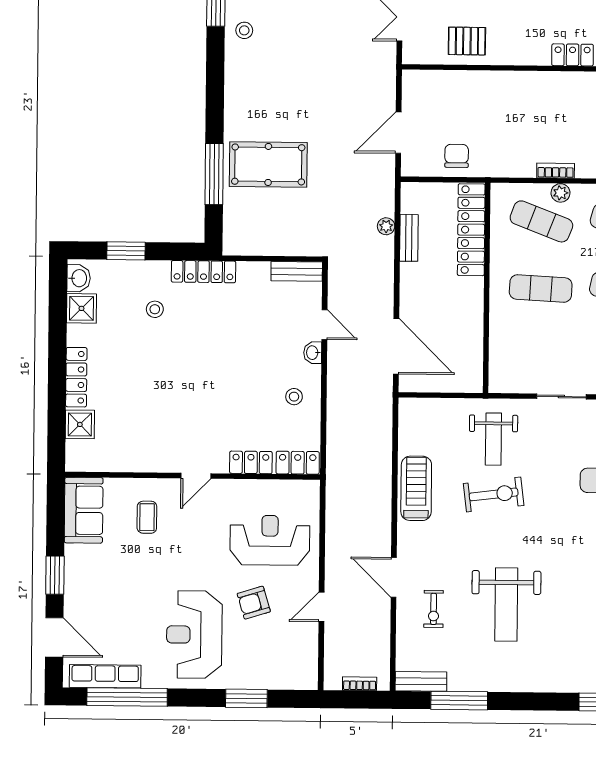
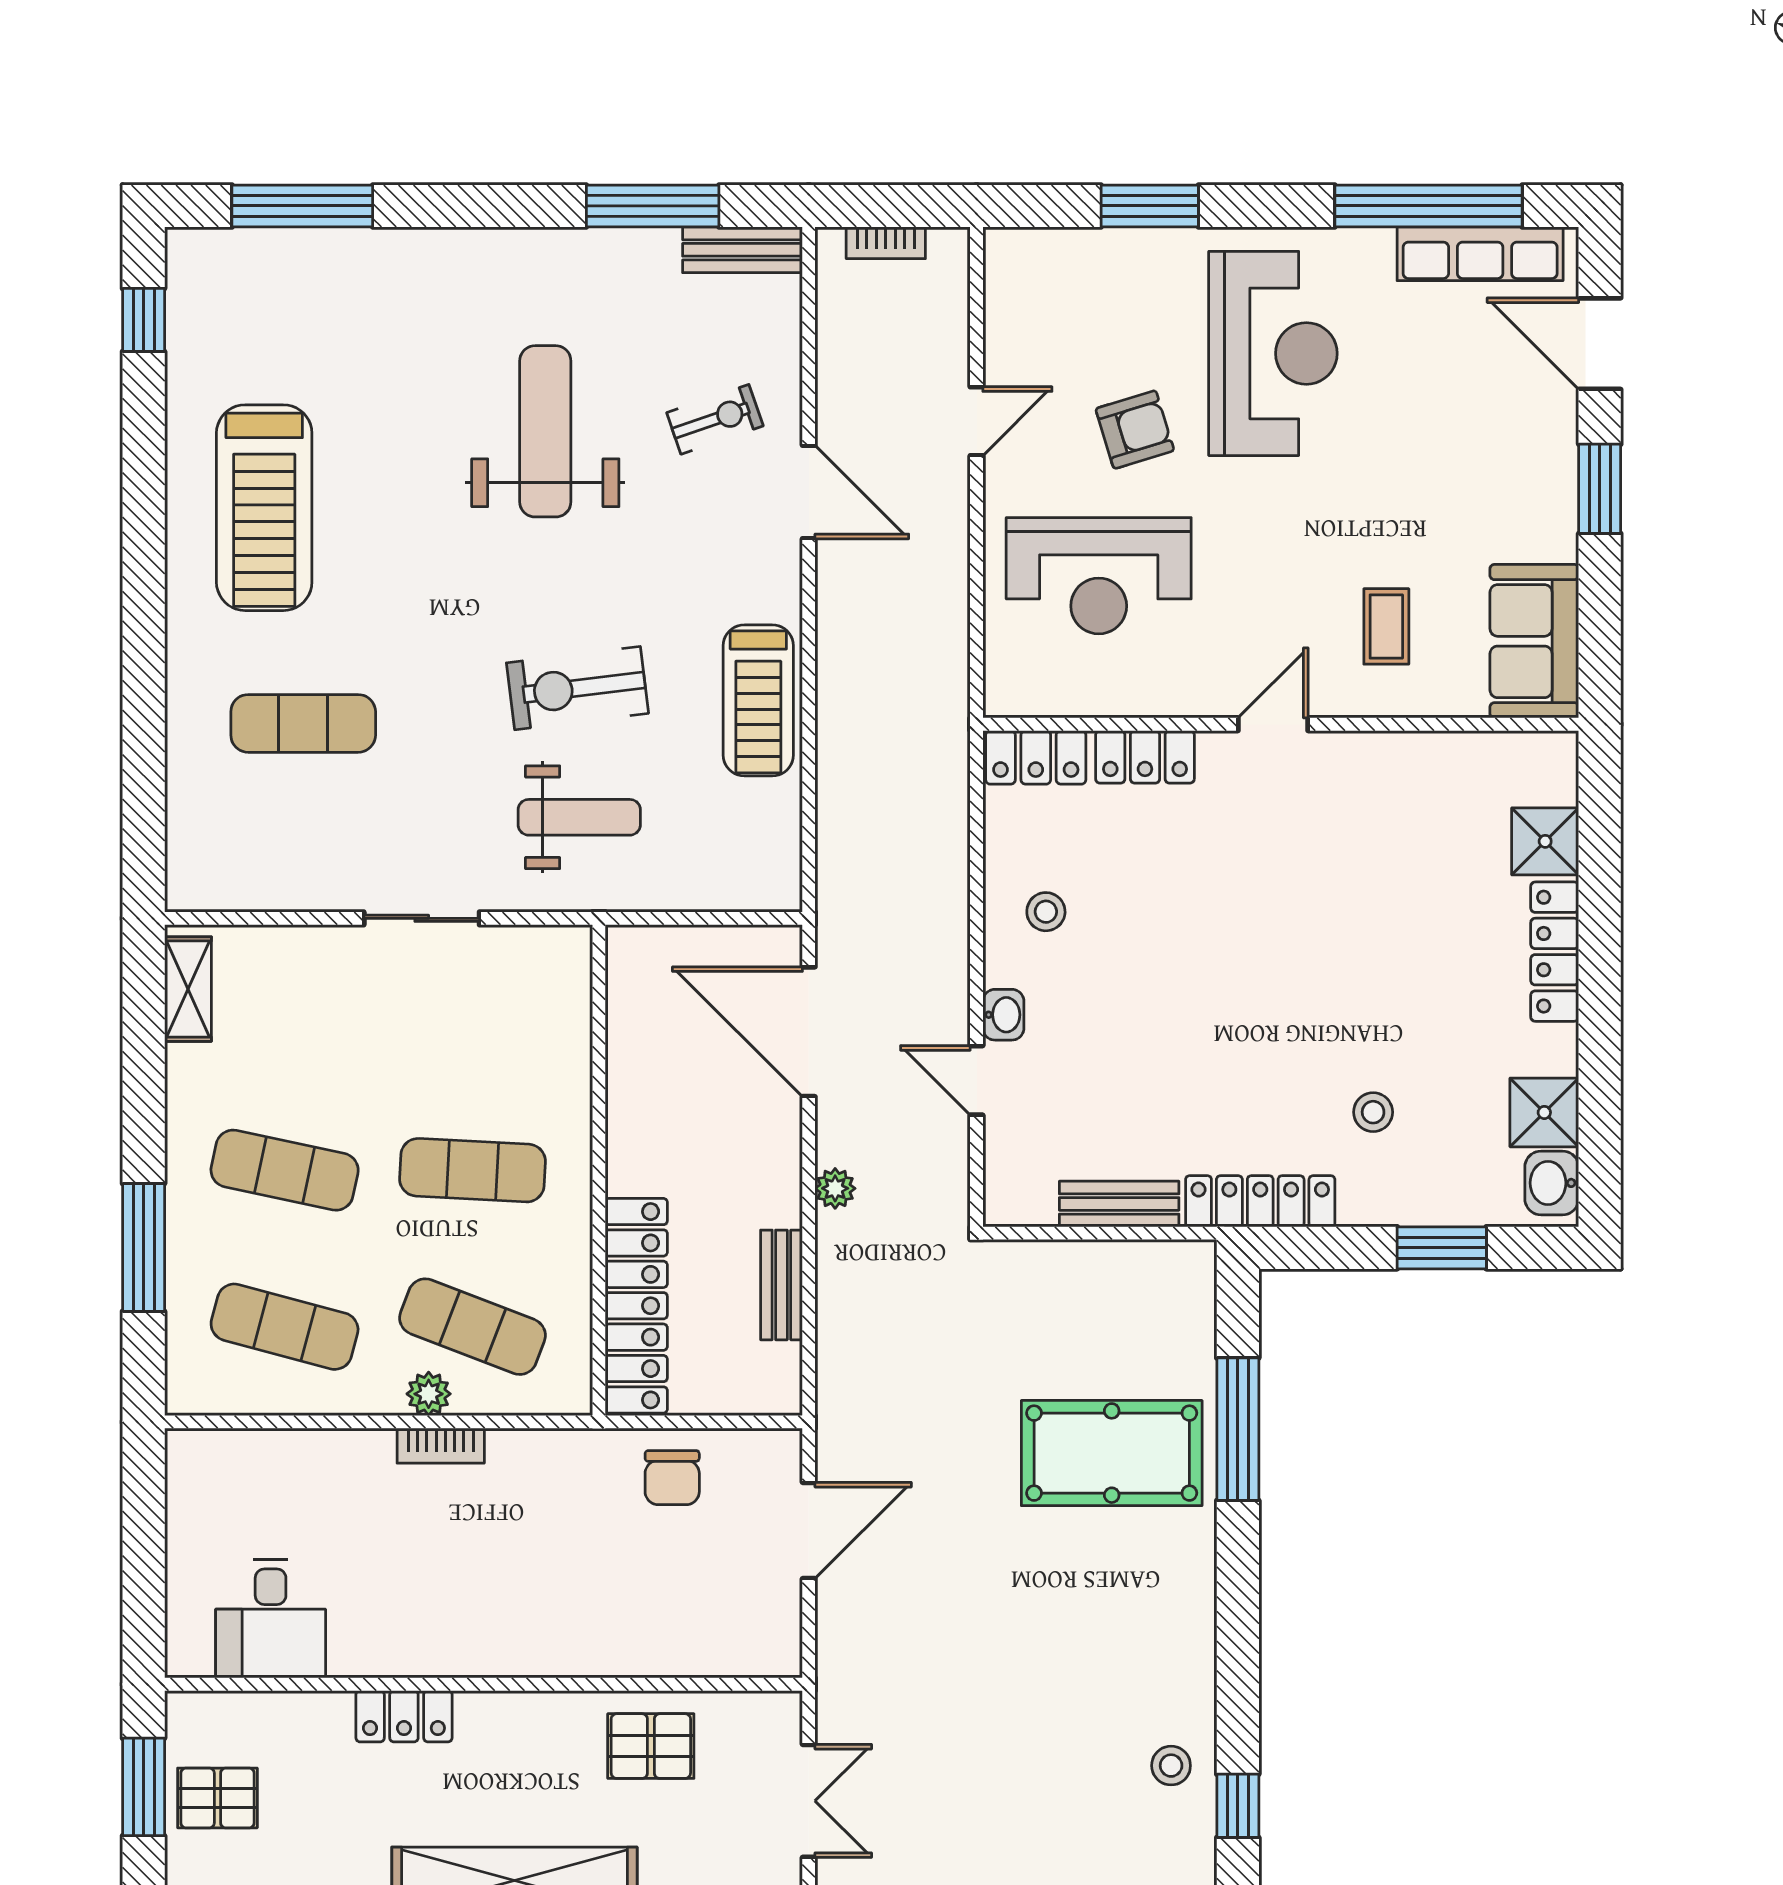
plant: (386, 226) -> (835, 1188), moved
bench: (297, 271) -> (1119, 1204), moved
weight bench: (493, 439) -> (579, 817), turned 90
exercise bike: (434, 609) -> (715, 419), turned 71

